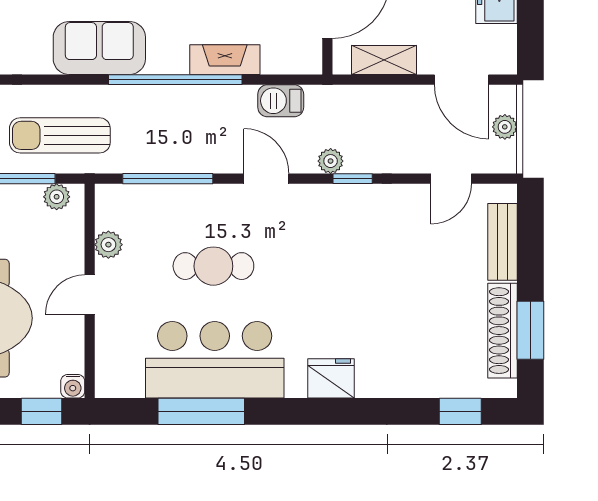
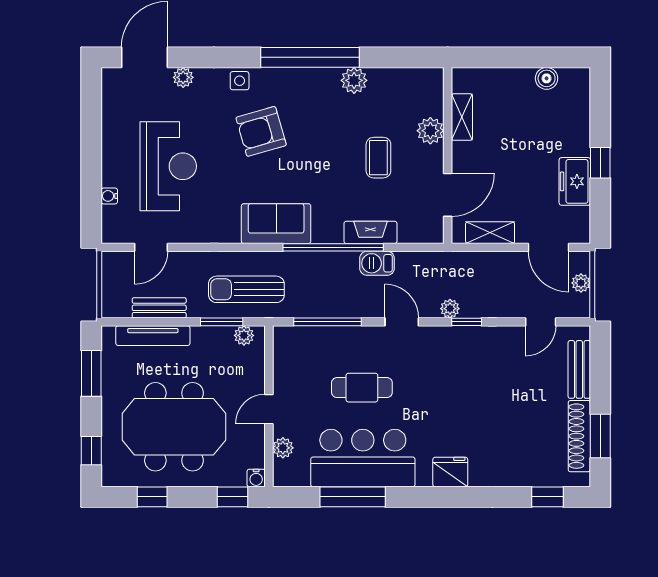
barbecue: (281, 101) -> (377, 263), moved
plant: (108, 245) -> (283, 448), moved

